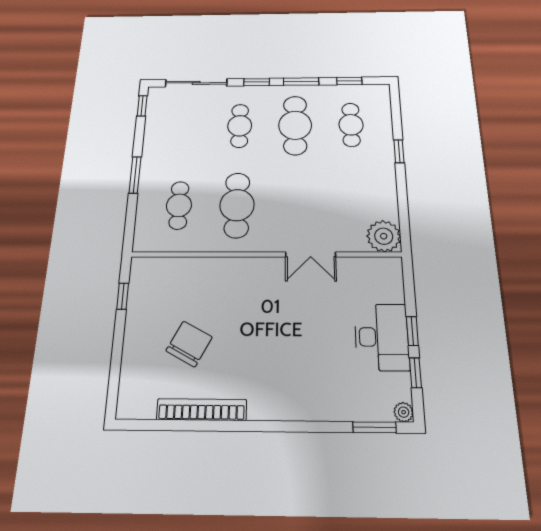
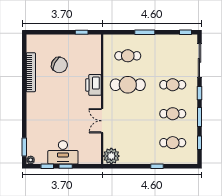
cafe table: (295, 125) -> (173, 114), width x0.73, depth x0.74
printer: (235, 272) -> (93, 85), added

